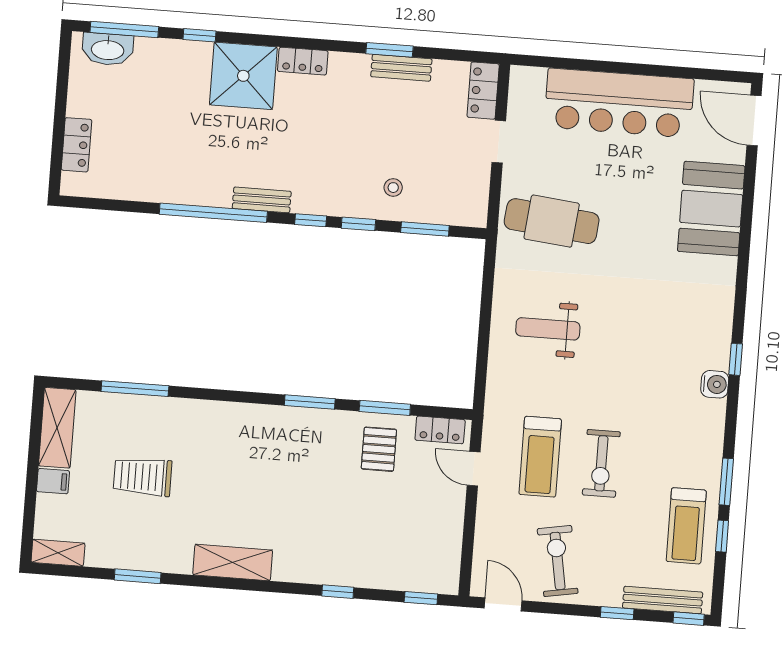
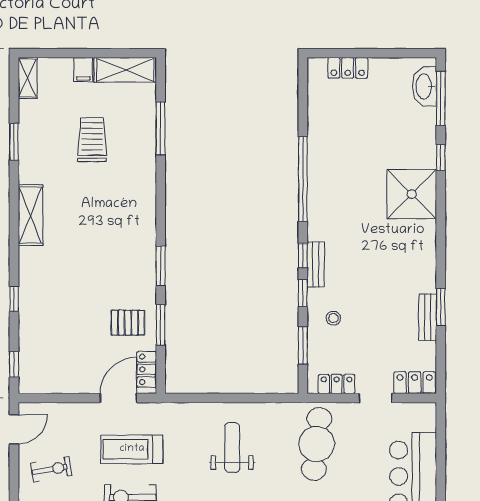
locker: (303, 61) -> (337, 384), moved, turned 90
bench: (262, 200) -> (316, 264), moved
door: (474, 469) -> (118, 398), width x1.38
exercise bike: (558, 561) -> (51, 469), width x0.73, depth x0.72

